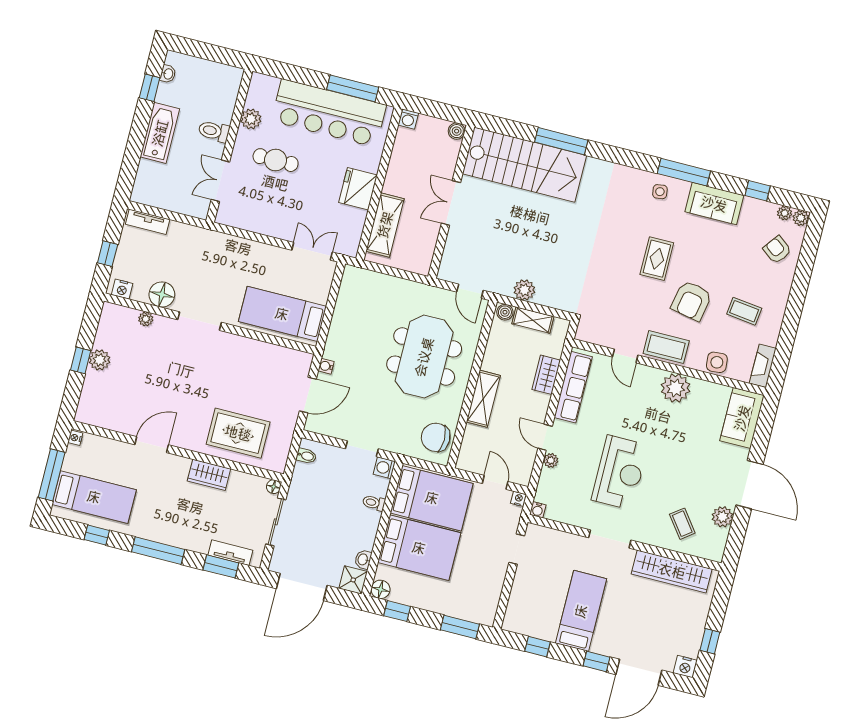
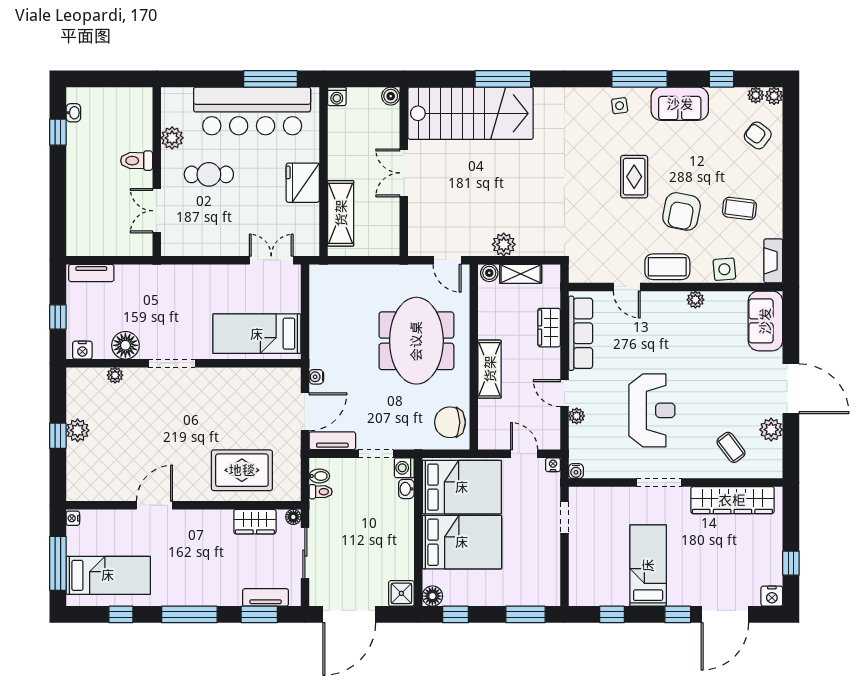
bathtub: (160, 133) -> (80, 177), removed
plant: (676, 388) -> (695, 300), width x0.53, depth x0.53
tv unit: (326, 427) -> (332, 441), added
wardrobe: (209, 475) -> (255, 522), moved
toilet: (374, 503) -> (321, 492), moved, turned 180
washbasin: (363, 559) -> (406, 489), moved

